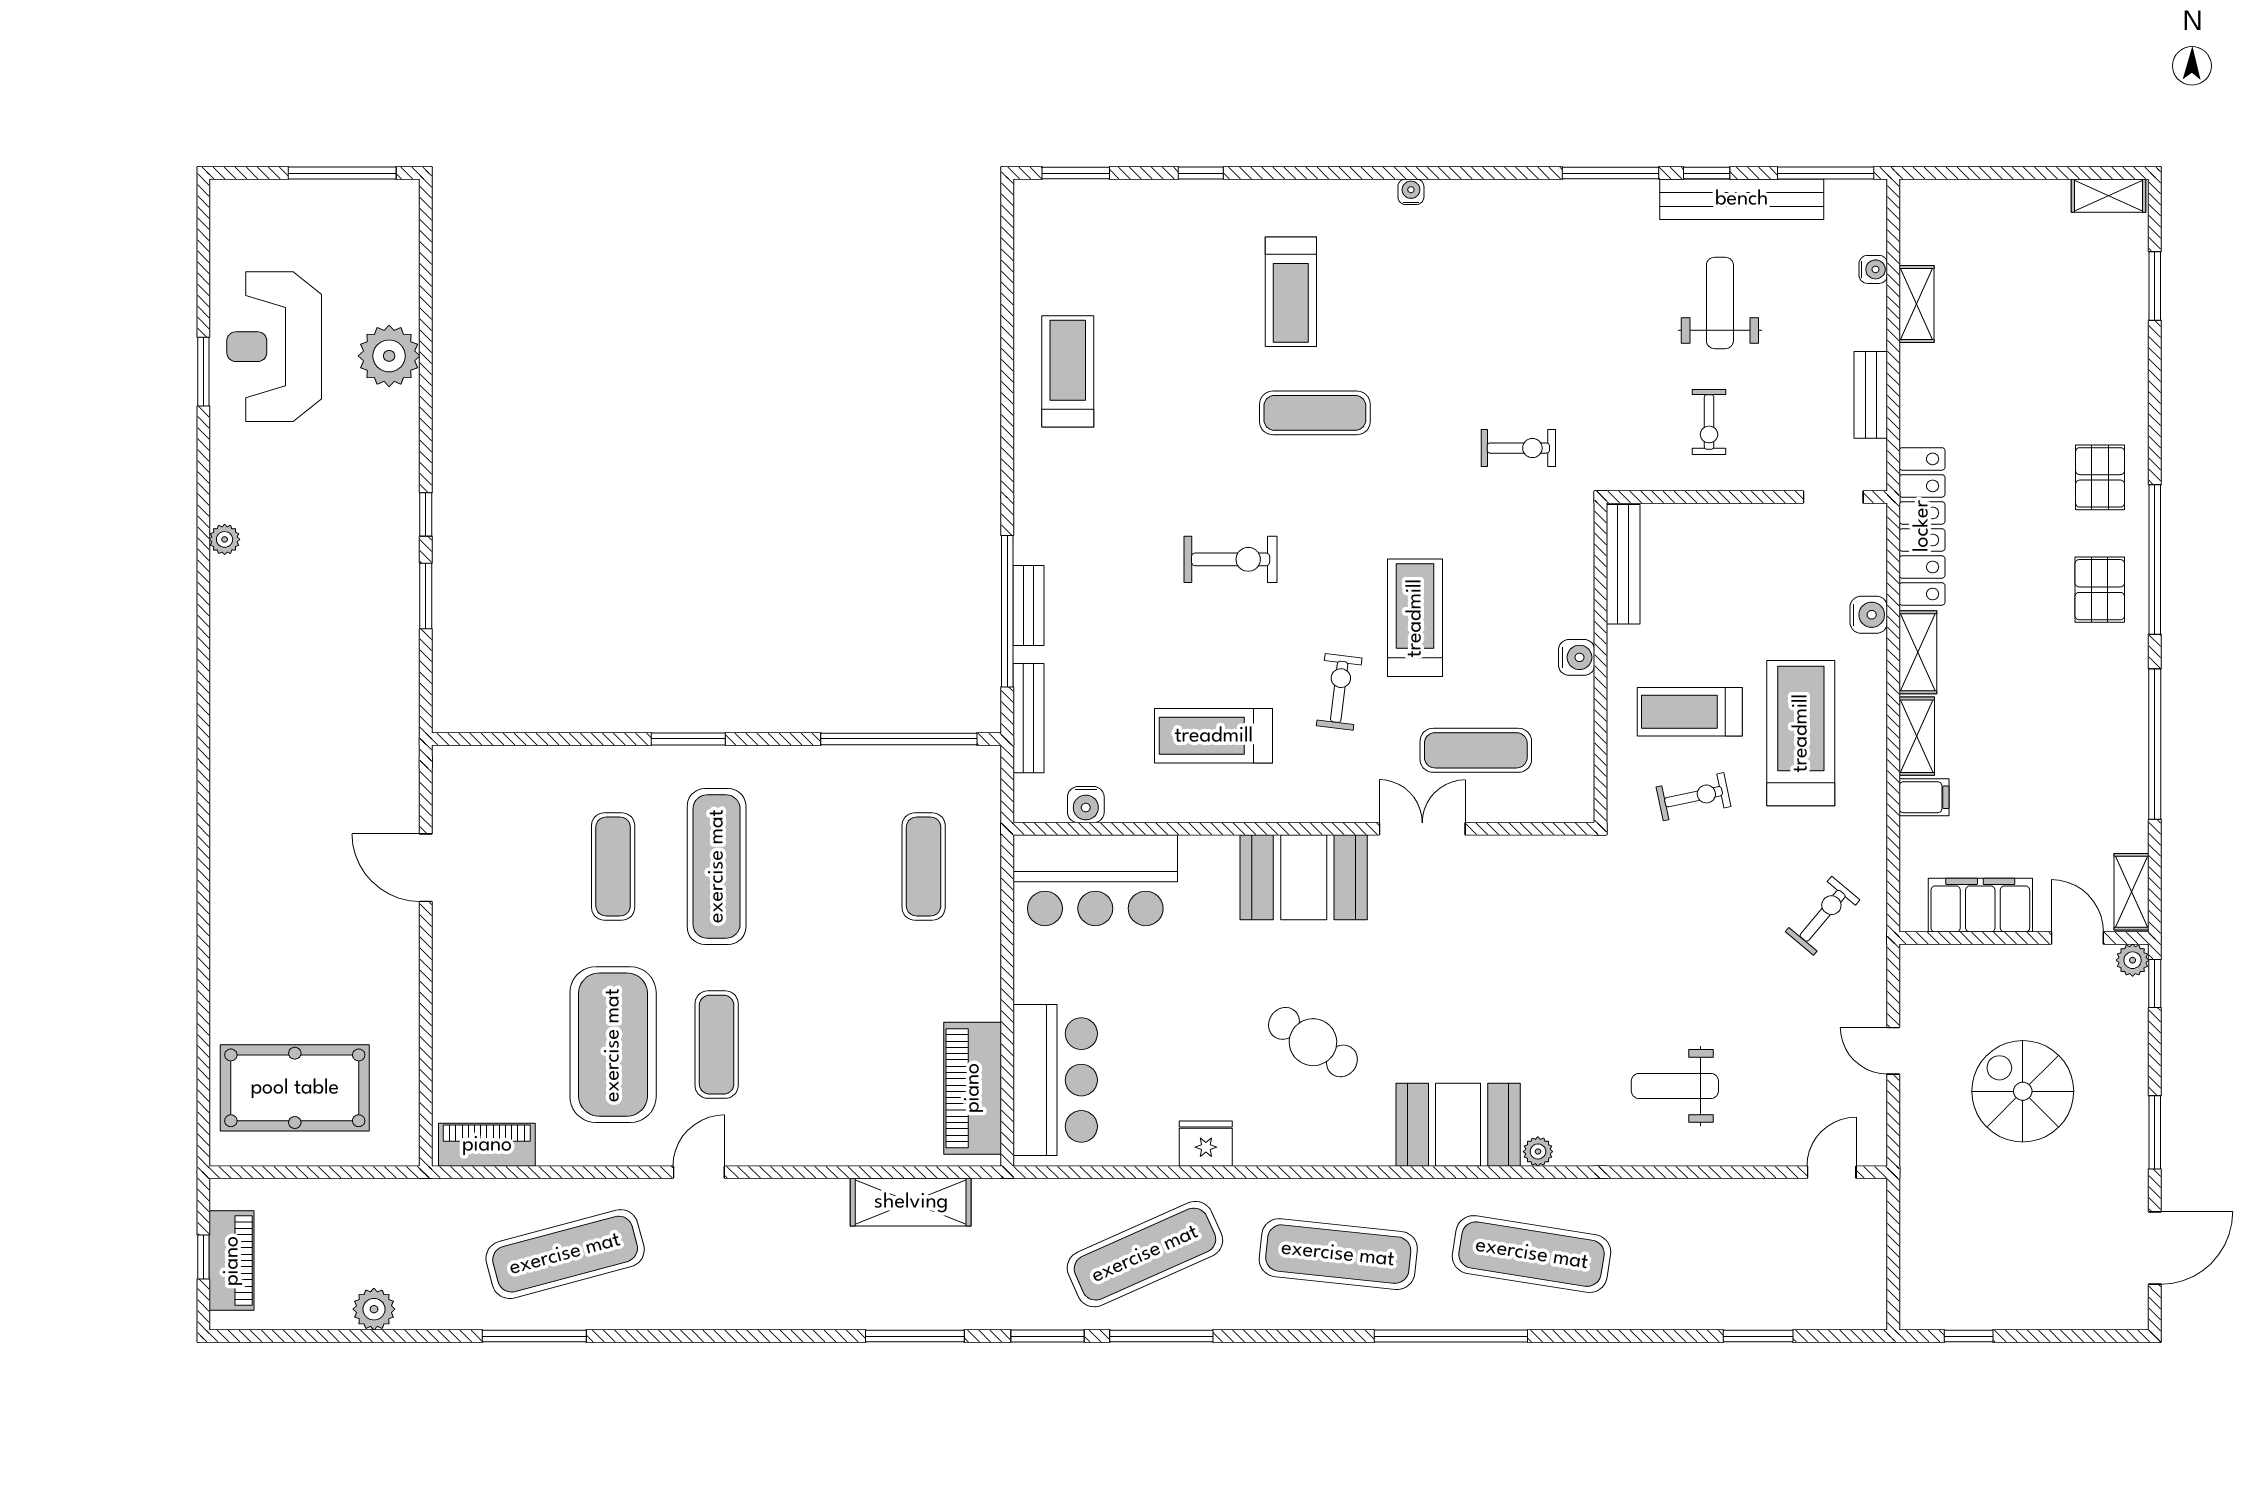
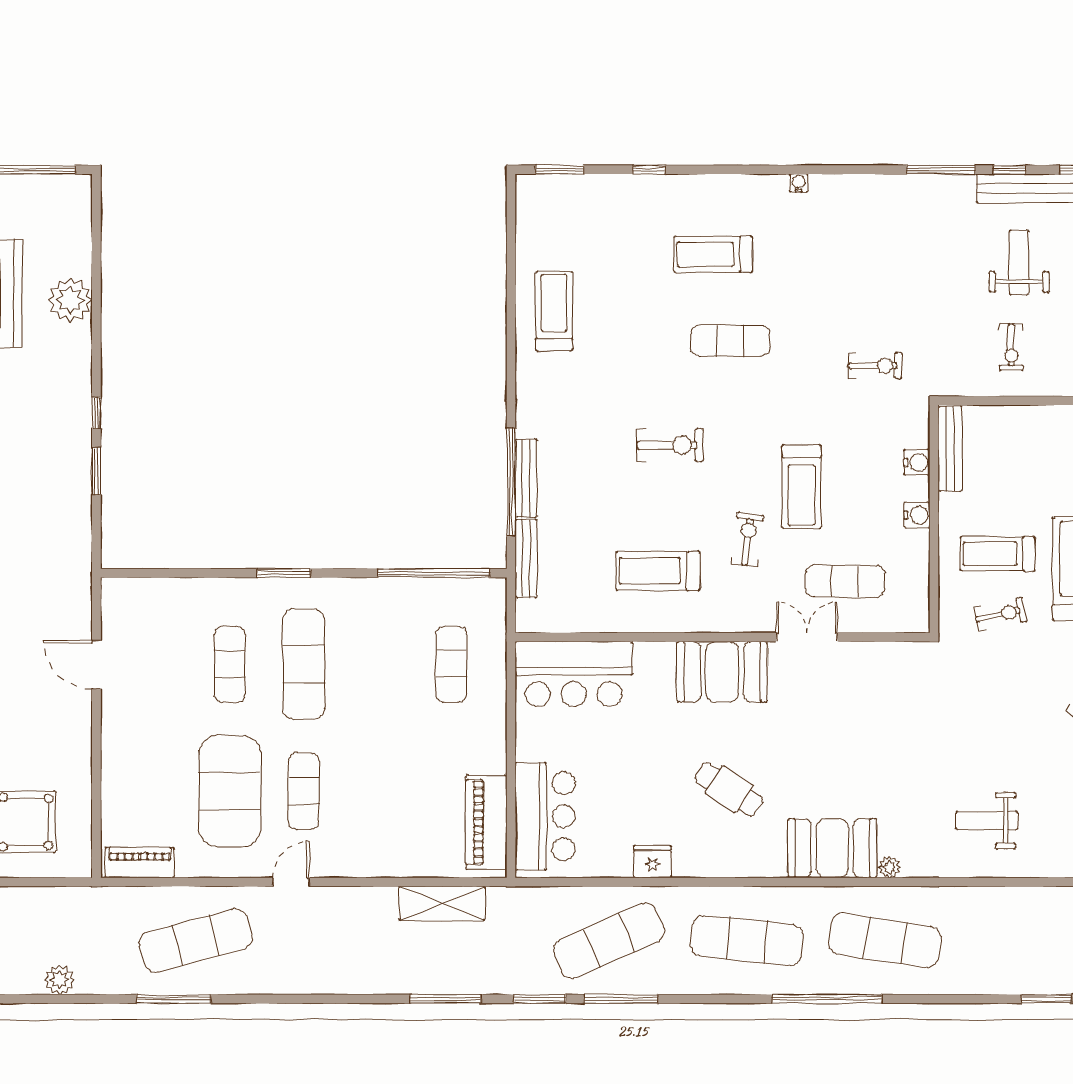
treadmill: (1291, 292) -> (713, 254), turned 90
bench: (1028, 606) -> (526, 478), width x1.36
treadmill: (1415, 618) -> (802, 487), turned 180
water cooler: (1086, 805) -> (917, 462), moved, turned -90

